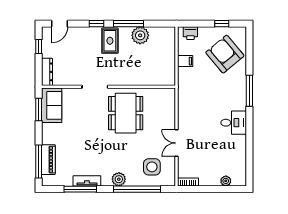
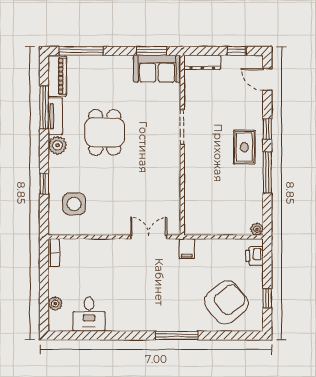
plant: (140, 35) -> (257, 229), moved, width x0.53, depth x0.53
rug: (110, 41) -> (244, 147), turned 90
filing cabinet: (185, 61) -> (187, 249), moved
dining table: (126, 113) -> (105, 132), moved, width x0.73
desk: (234, 123) -> (89, 314), moved
double door: (176, 143) -> (149, 237), moved
piano: (48, 160) -> (57, 76), moved, turned -90
plant: (119, 179) -> (57, 145), moved
window: (137, 189) -> (44, 184), width x0.32

